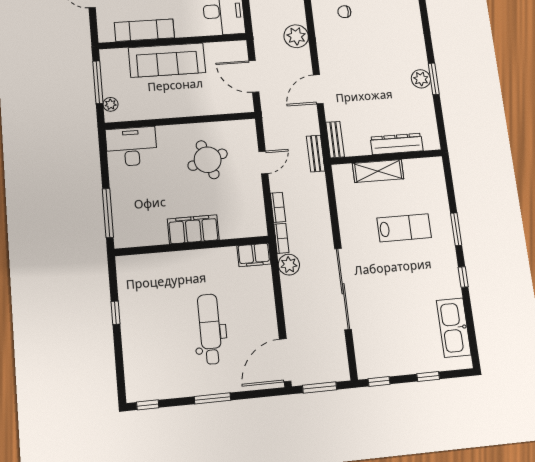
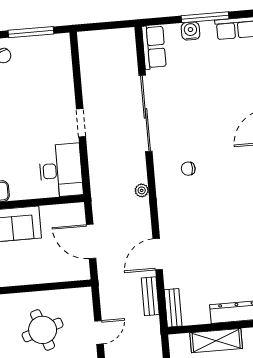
plant: (296, 36) -> (142, 190), width x0.53, depth x0.53
bench: (316, 154) -> (150, 296), moved

